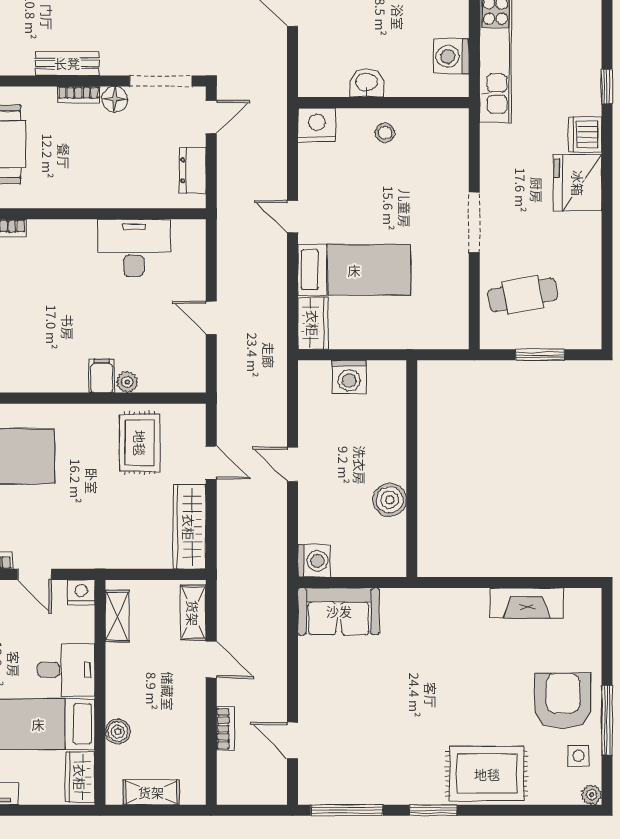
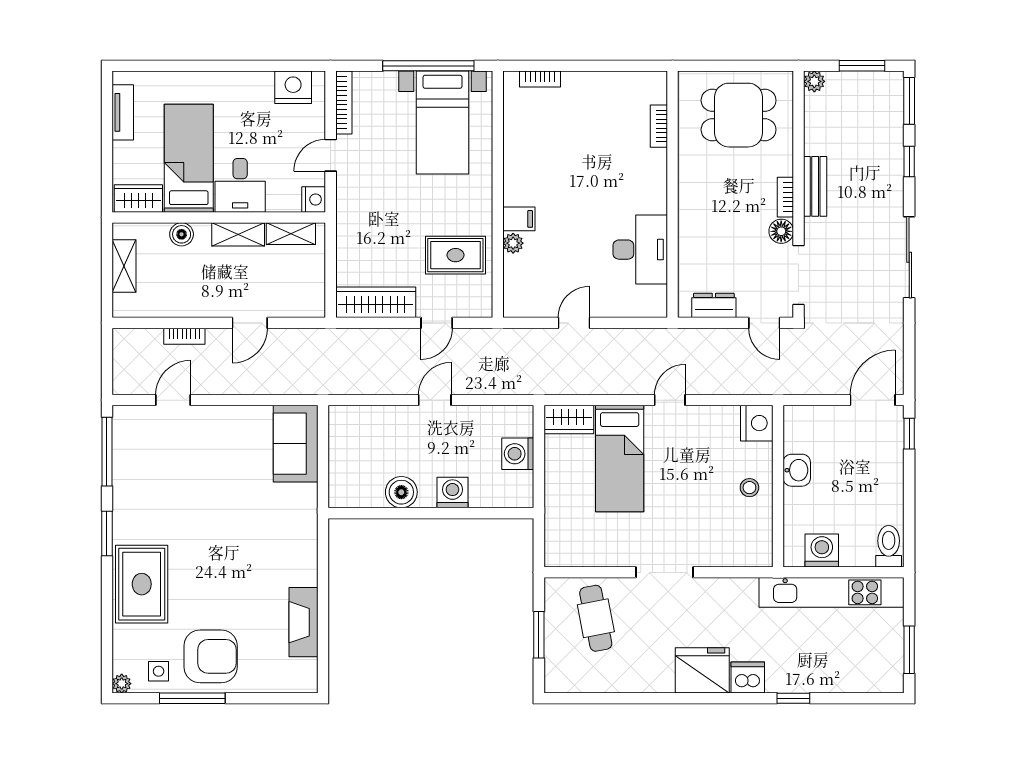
washing machine: (314, 561) -> (452, 493), moved, turned 180
shelving: (193, 613) -> (238, 234), moved

